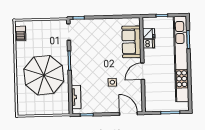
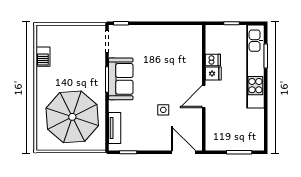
barbecue: (20, 33) -> (43, 57), moved
fridge: (149, 34) -> (213, 74), moved
sofa: (131, 42) -> (121, 79), moved, turned 180
kitchen unit: (181, 59) -> (255, 66), width x0.73
parasol: (44, 75) -> (72, 117), moved

